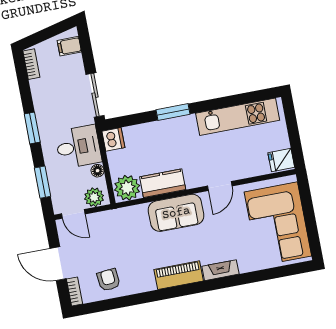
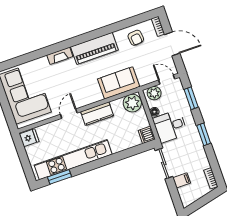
filing cabinet: (69, 46) -> (182, 180), moved
window: (173, 112) -> (59, 177), moved
kitchen unit: (238, 117) -> (73, 160), width x1.36
kitchen counter: (163, 183) -> (97, 114), moved
sofa: (176, 213) -> (119, 83), moved
piano: (179, 275) -> (94, 48), width x1.37, depth x1.33

